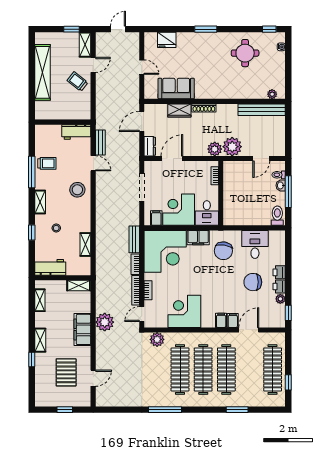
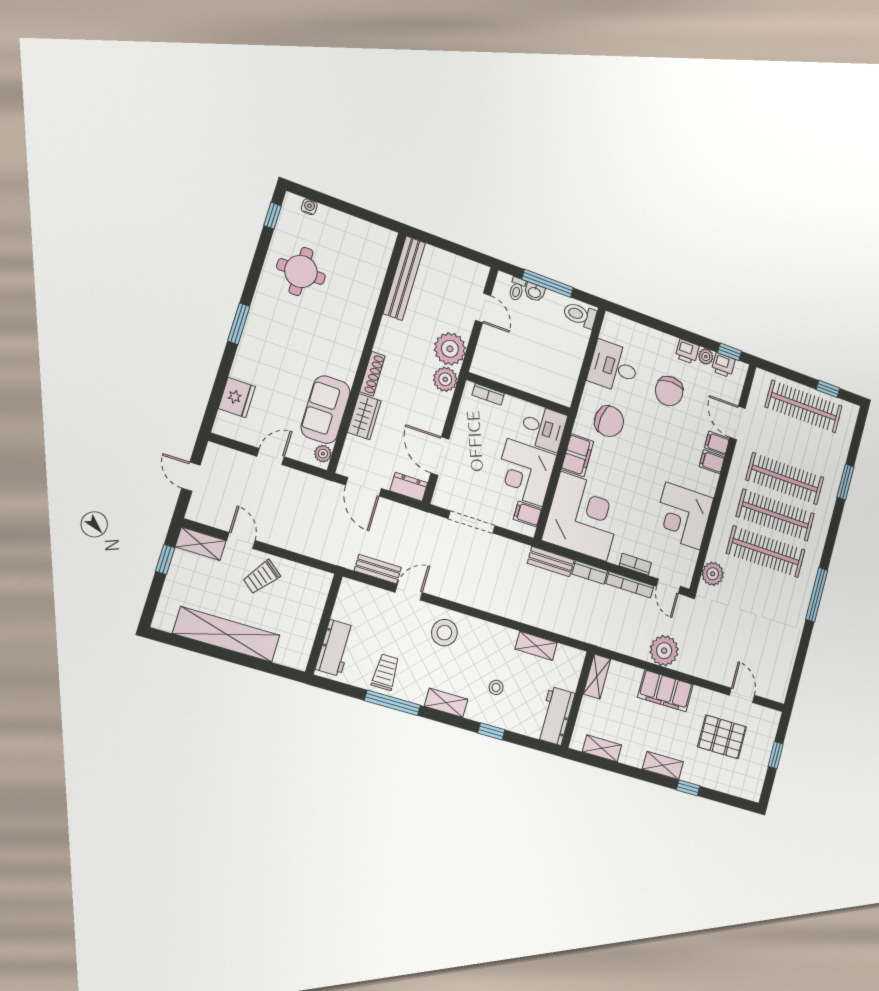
plant: (272, 94) -> (323, 454), moved
workbench: (76, 132) -> (335, 648), moved
printer: (279, 272) -> (723, 365), moved

